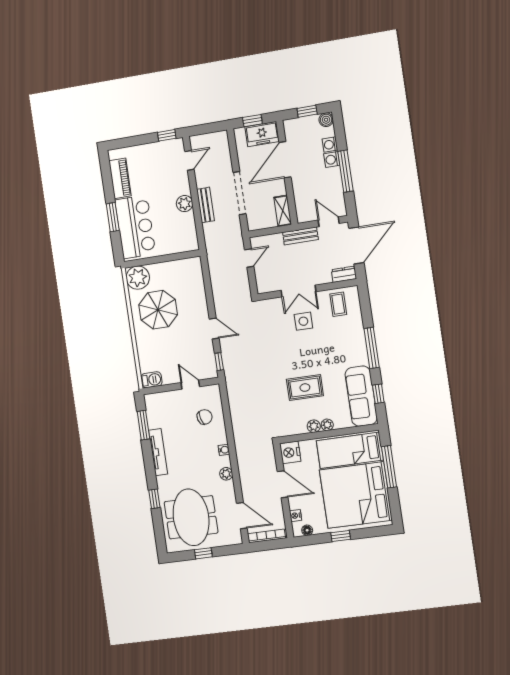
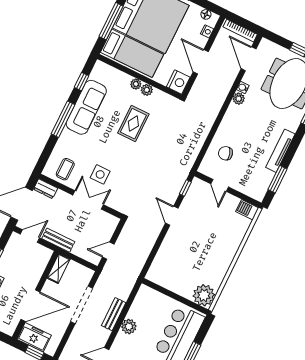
door: (329, 222) -> (30, 236), swing flipped
parasol: (158, 310) -> (205, 260), removed
rug: (305, 388) -> (133, 124), turned 90
sofa: (361, 396) -> (86, 107), moved
water cooler: (224, 450) -> (243, 88), moved

